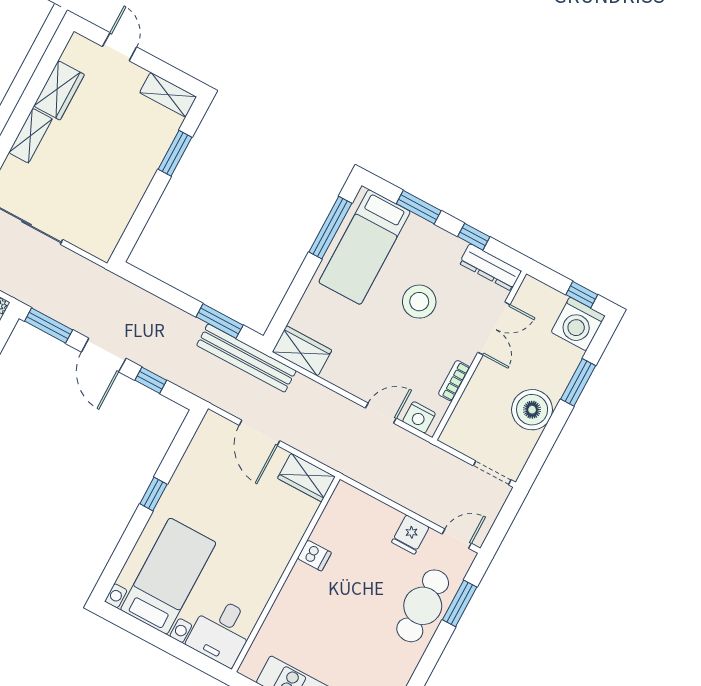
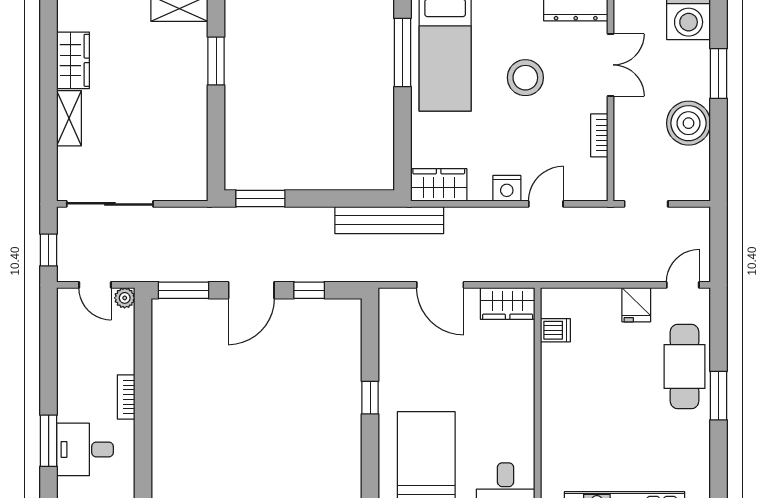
window: (220, 321) -> (260, 198), moved
door: (104, 355) -> (251, 290), hinge flipped
nightstand: (419, 417) -> (507, 188), moved
doorway: (492, 473) -> (646, 204), moved
dishwasher: (314, 555) -> (555, 330), moved
window: (460, 603) -> (719, 396), moved

